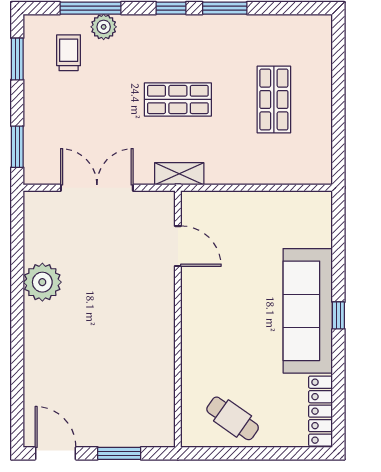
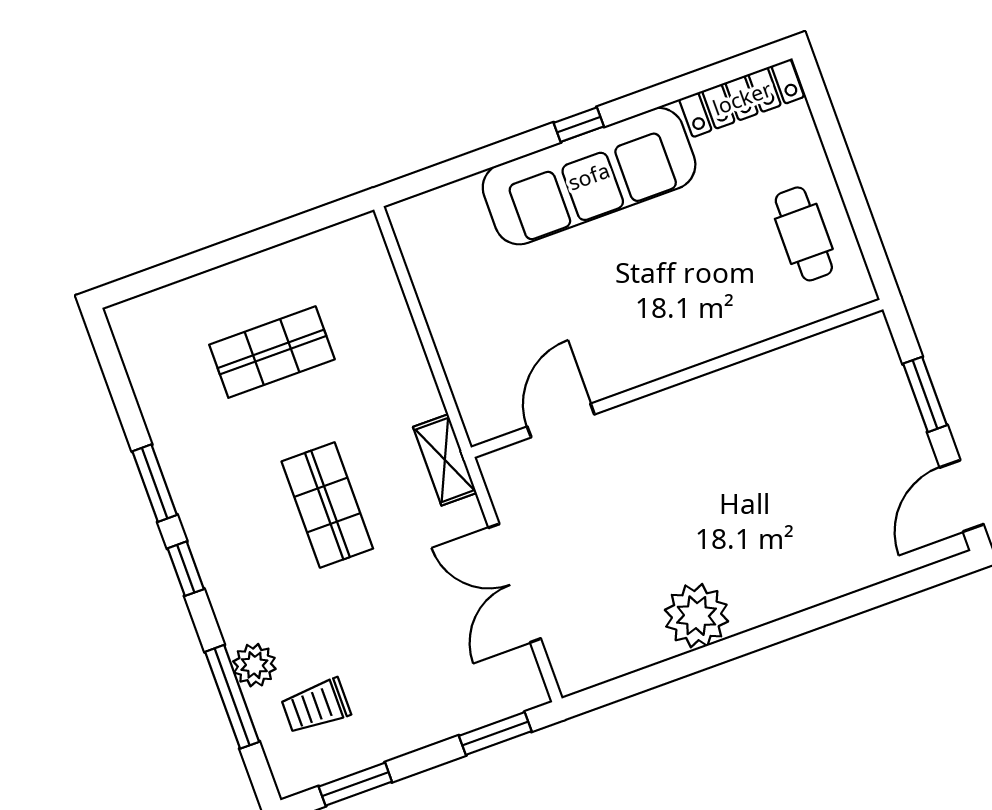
cafe table: (233, 418) -> (804, 234), turned -35

